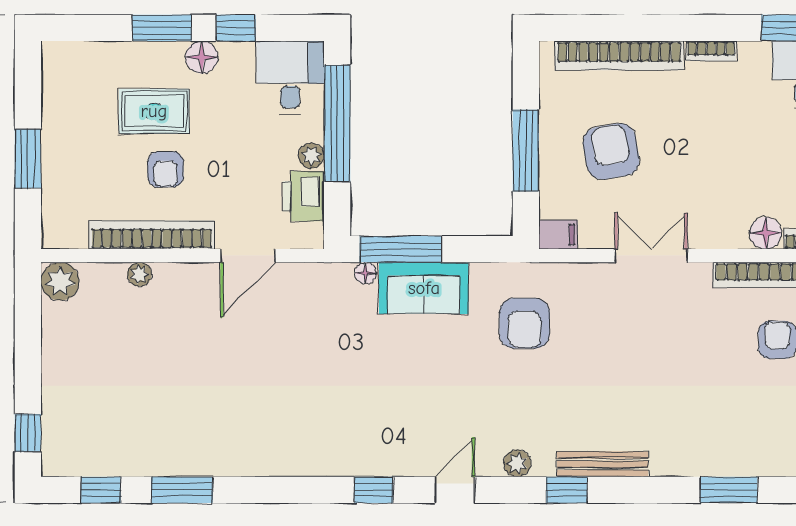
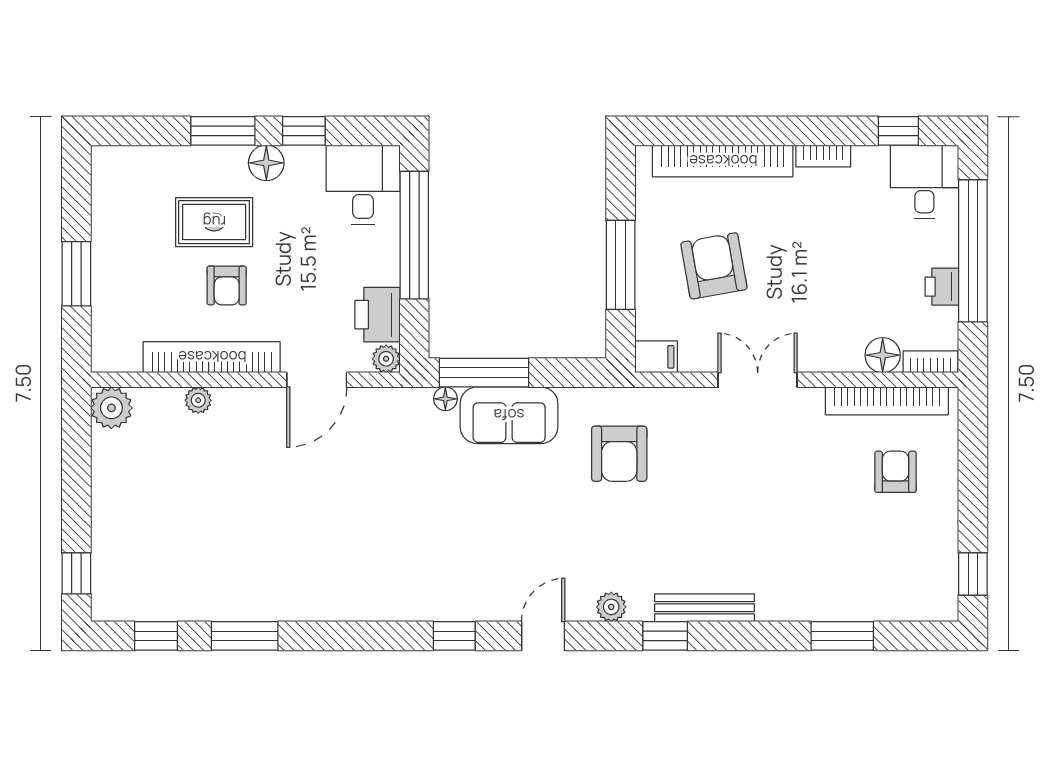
plant: (311, 156) -> (386, 359), moved

